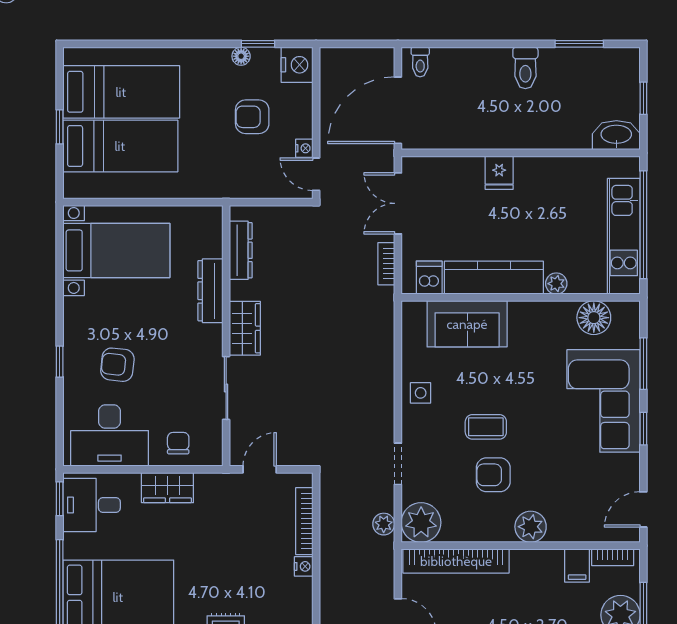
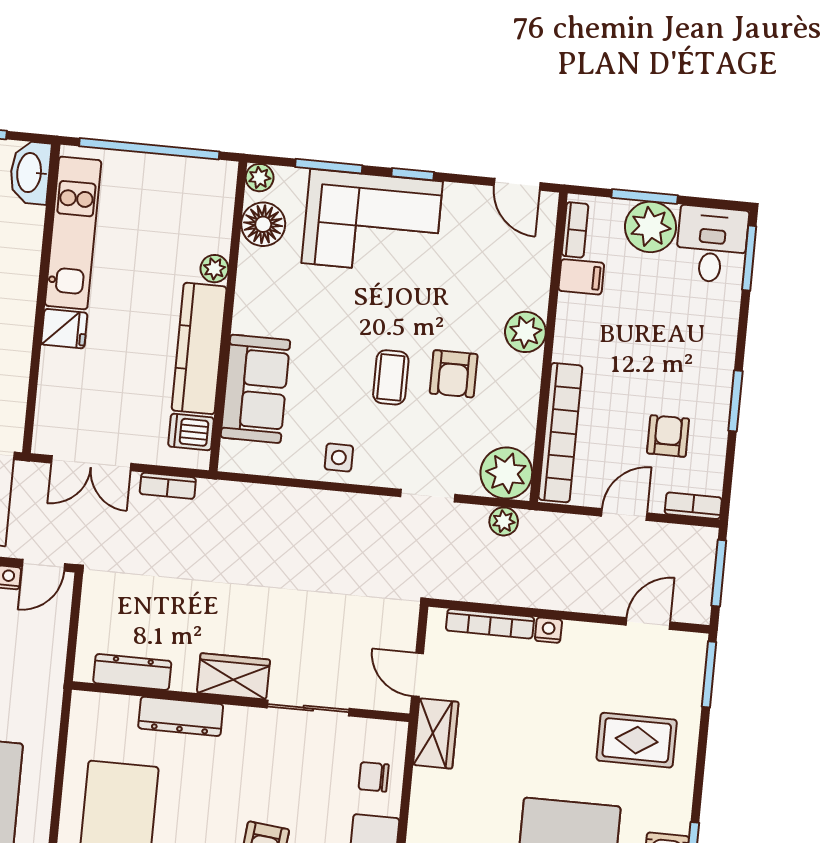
kitchen unit: (624, 236) -> (73, 233), moved, turned -90
plant: (629, 311) -> (260, 178), added
wardrobe: (167, 488) -> (436, 733), moved

